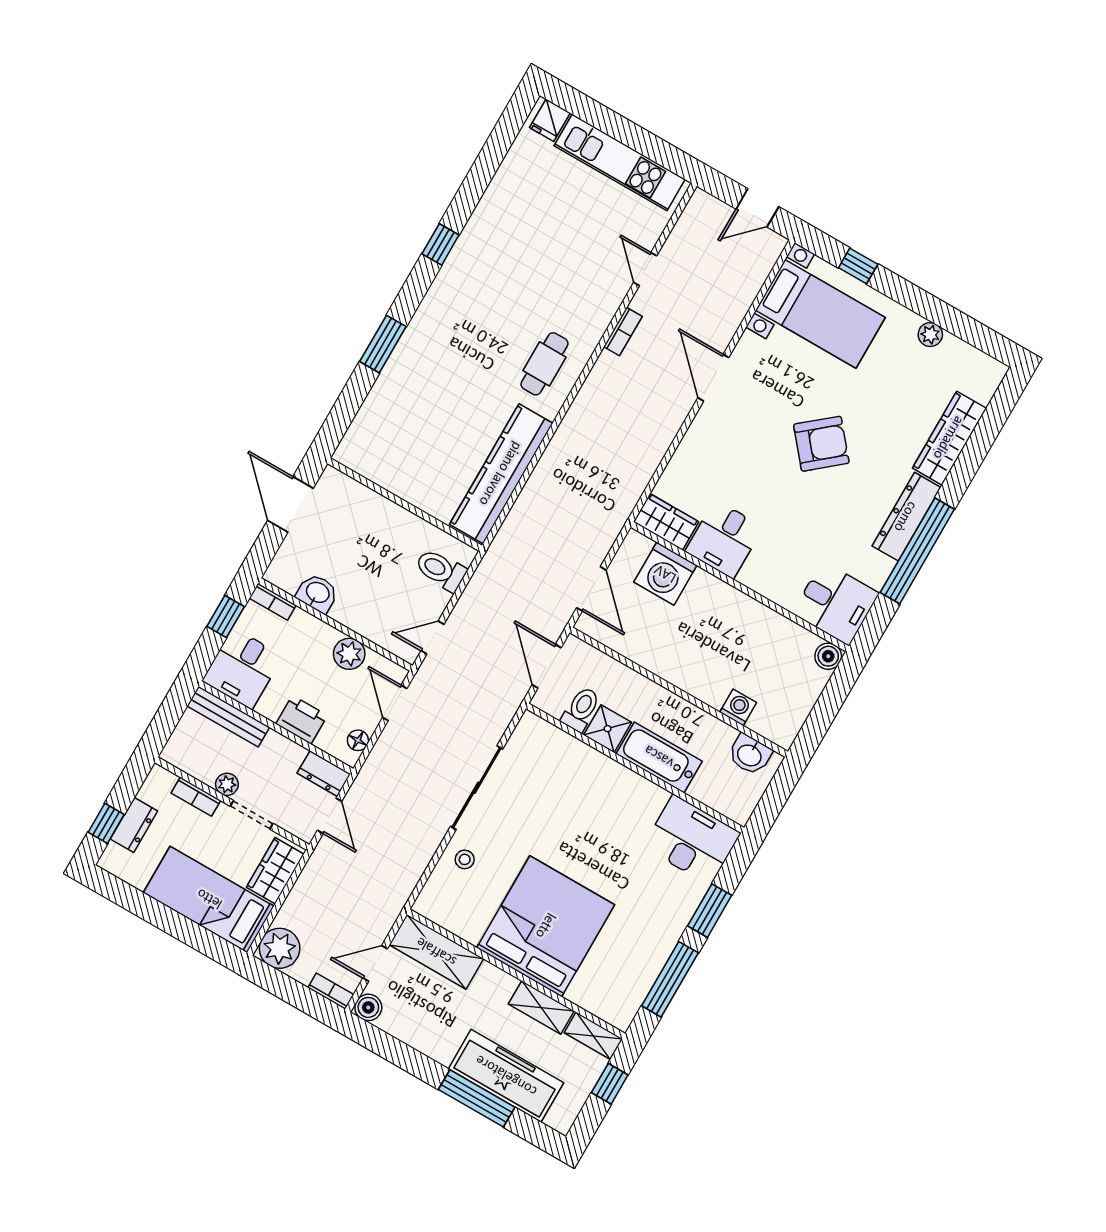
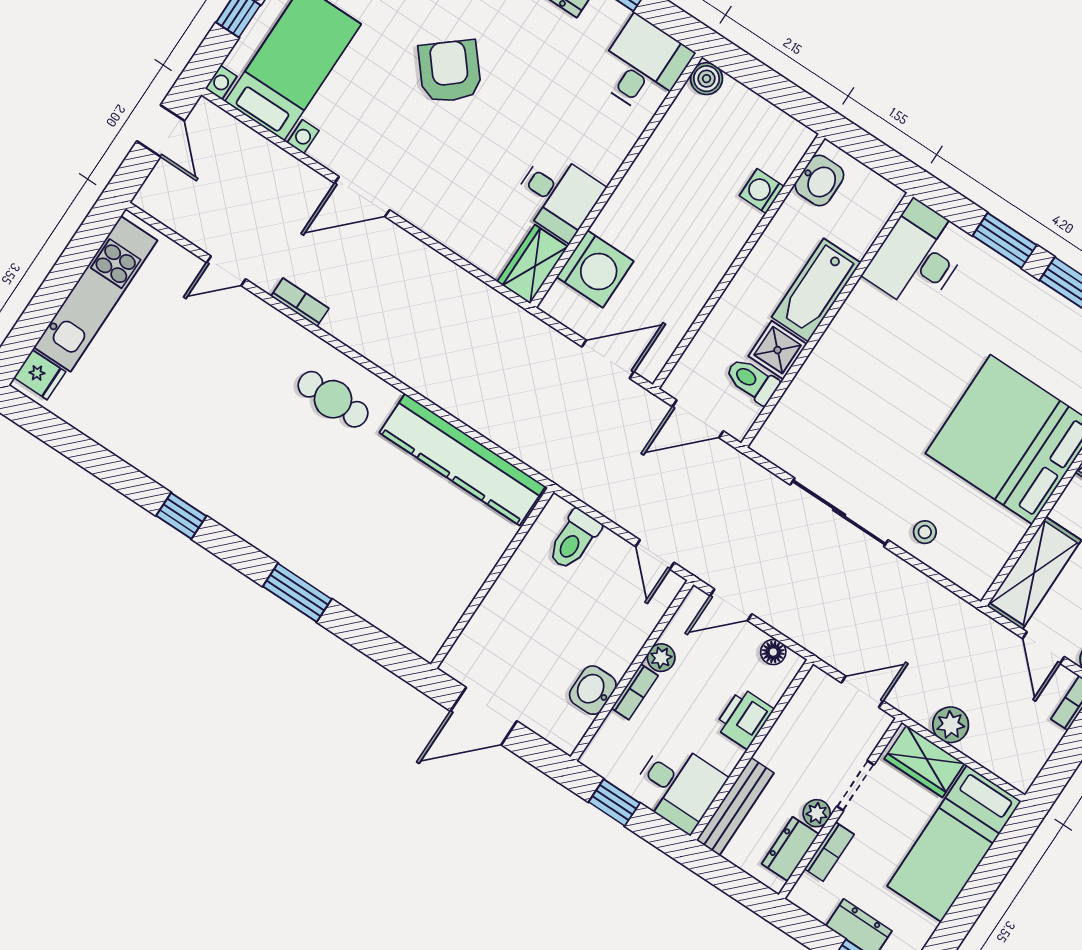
bookcase: (273, 602) -> (635, 692), moved
plant: (349, 654) -> (661, 658), width x0.73, depth x0.73
dresser: (324, 774) -> (790, 849), moved, turned 180
plant: (280, 948) -> (951, 725), moved, width x0.73, depth x0.73

